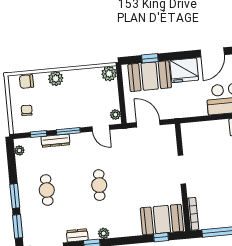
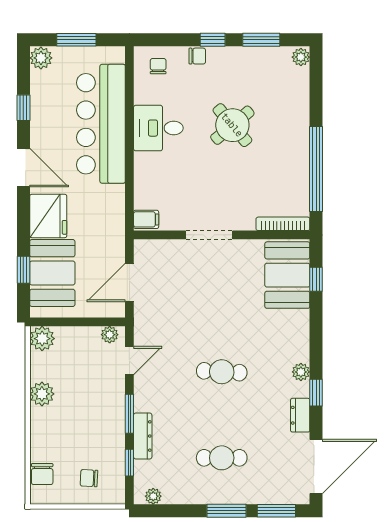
plant: (56, 79) -> (42, 394), moved
filing cabinet: (188, 130) -> (146, 219), added

